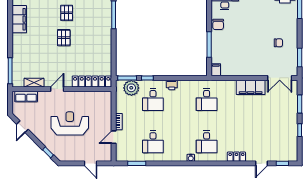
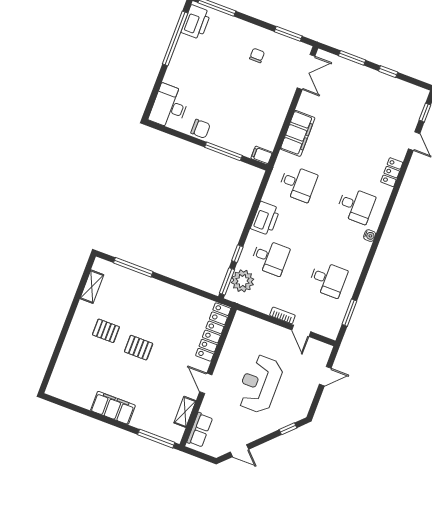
filing cabinet: (19, 19) -> (113, 408), moved
printer: (172, 85) -> (265, 218), width x1.87, depth x1.48
filing cabinet: (251, 87) -> (298, 133), moved

